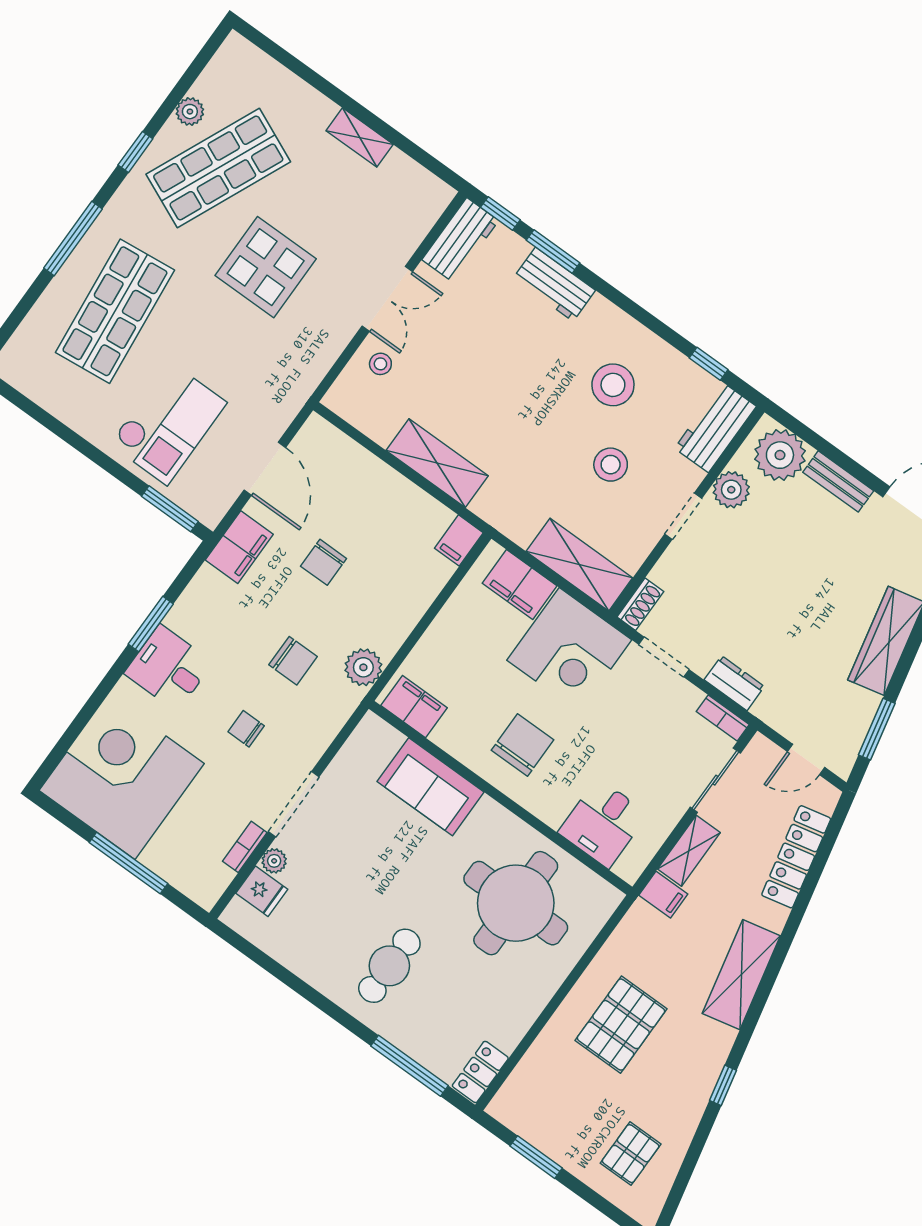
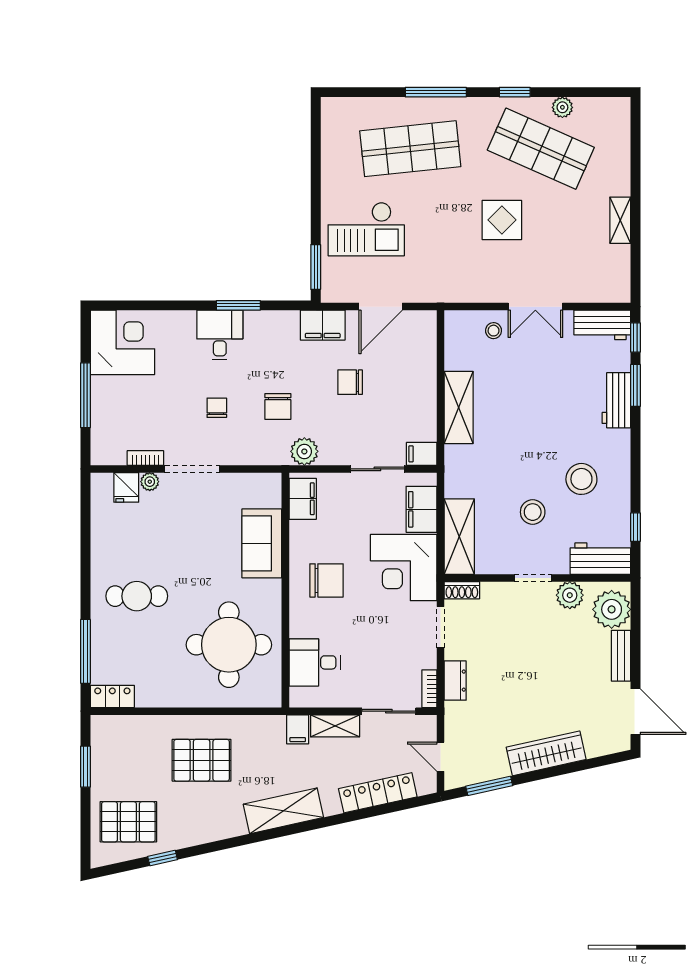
display table: (266, 267) -> (502, 220), width x0.73, depth x0.73
sliding door: (440, 601) -> (377, 469), added
corner desk: (122, 777) -> (123, 342), width x0.74, depth x0.74
window: (723, 1085) -> (163, 858), moved
pallet: (631, 1154) -> (128, 822), width x1.50, depth x1.42

